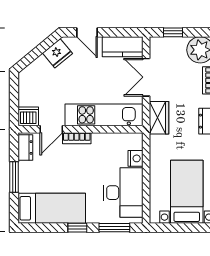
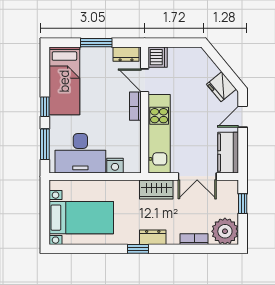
double door: (146, 77) -> (197, 176), swing flipped

